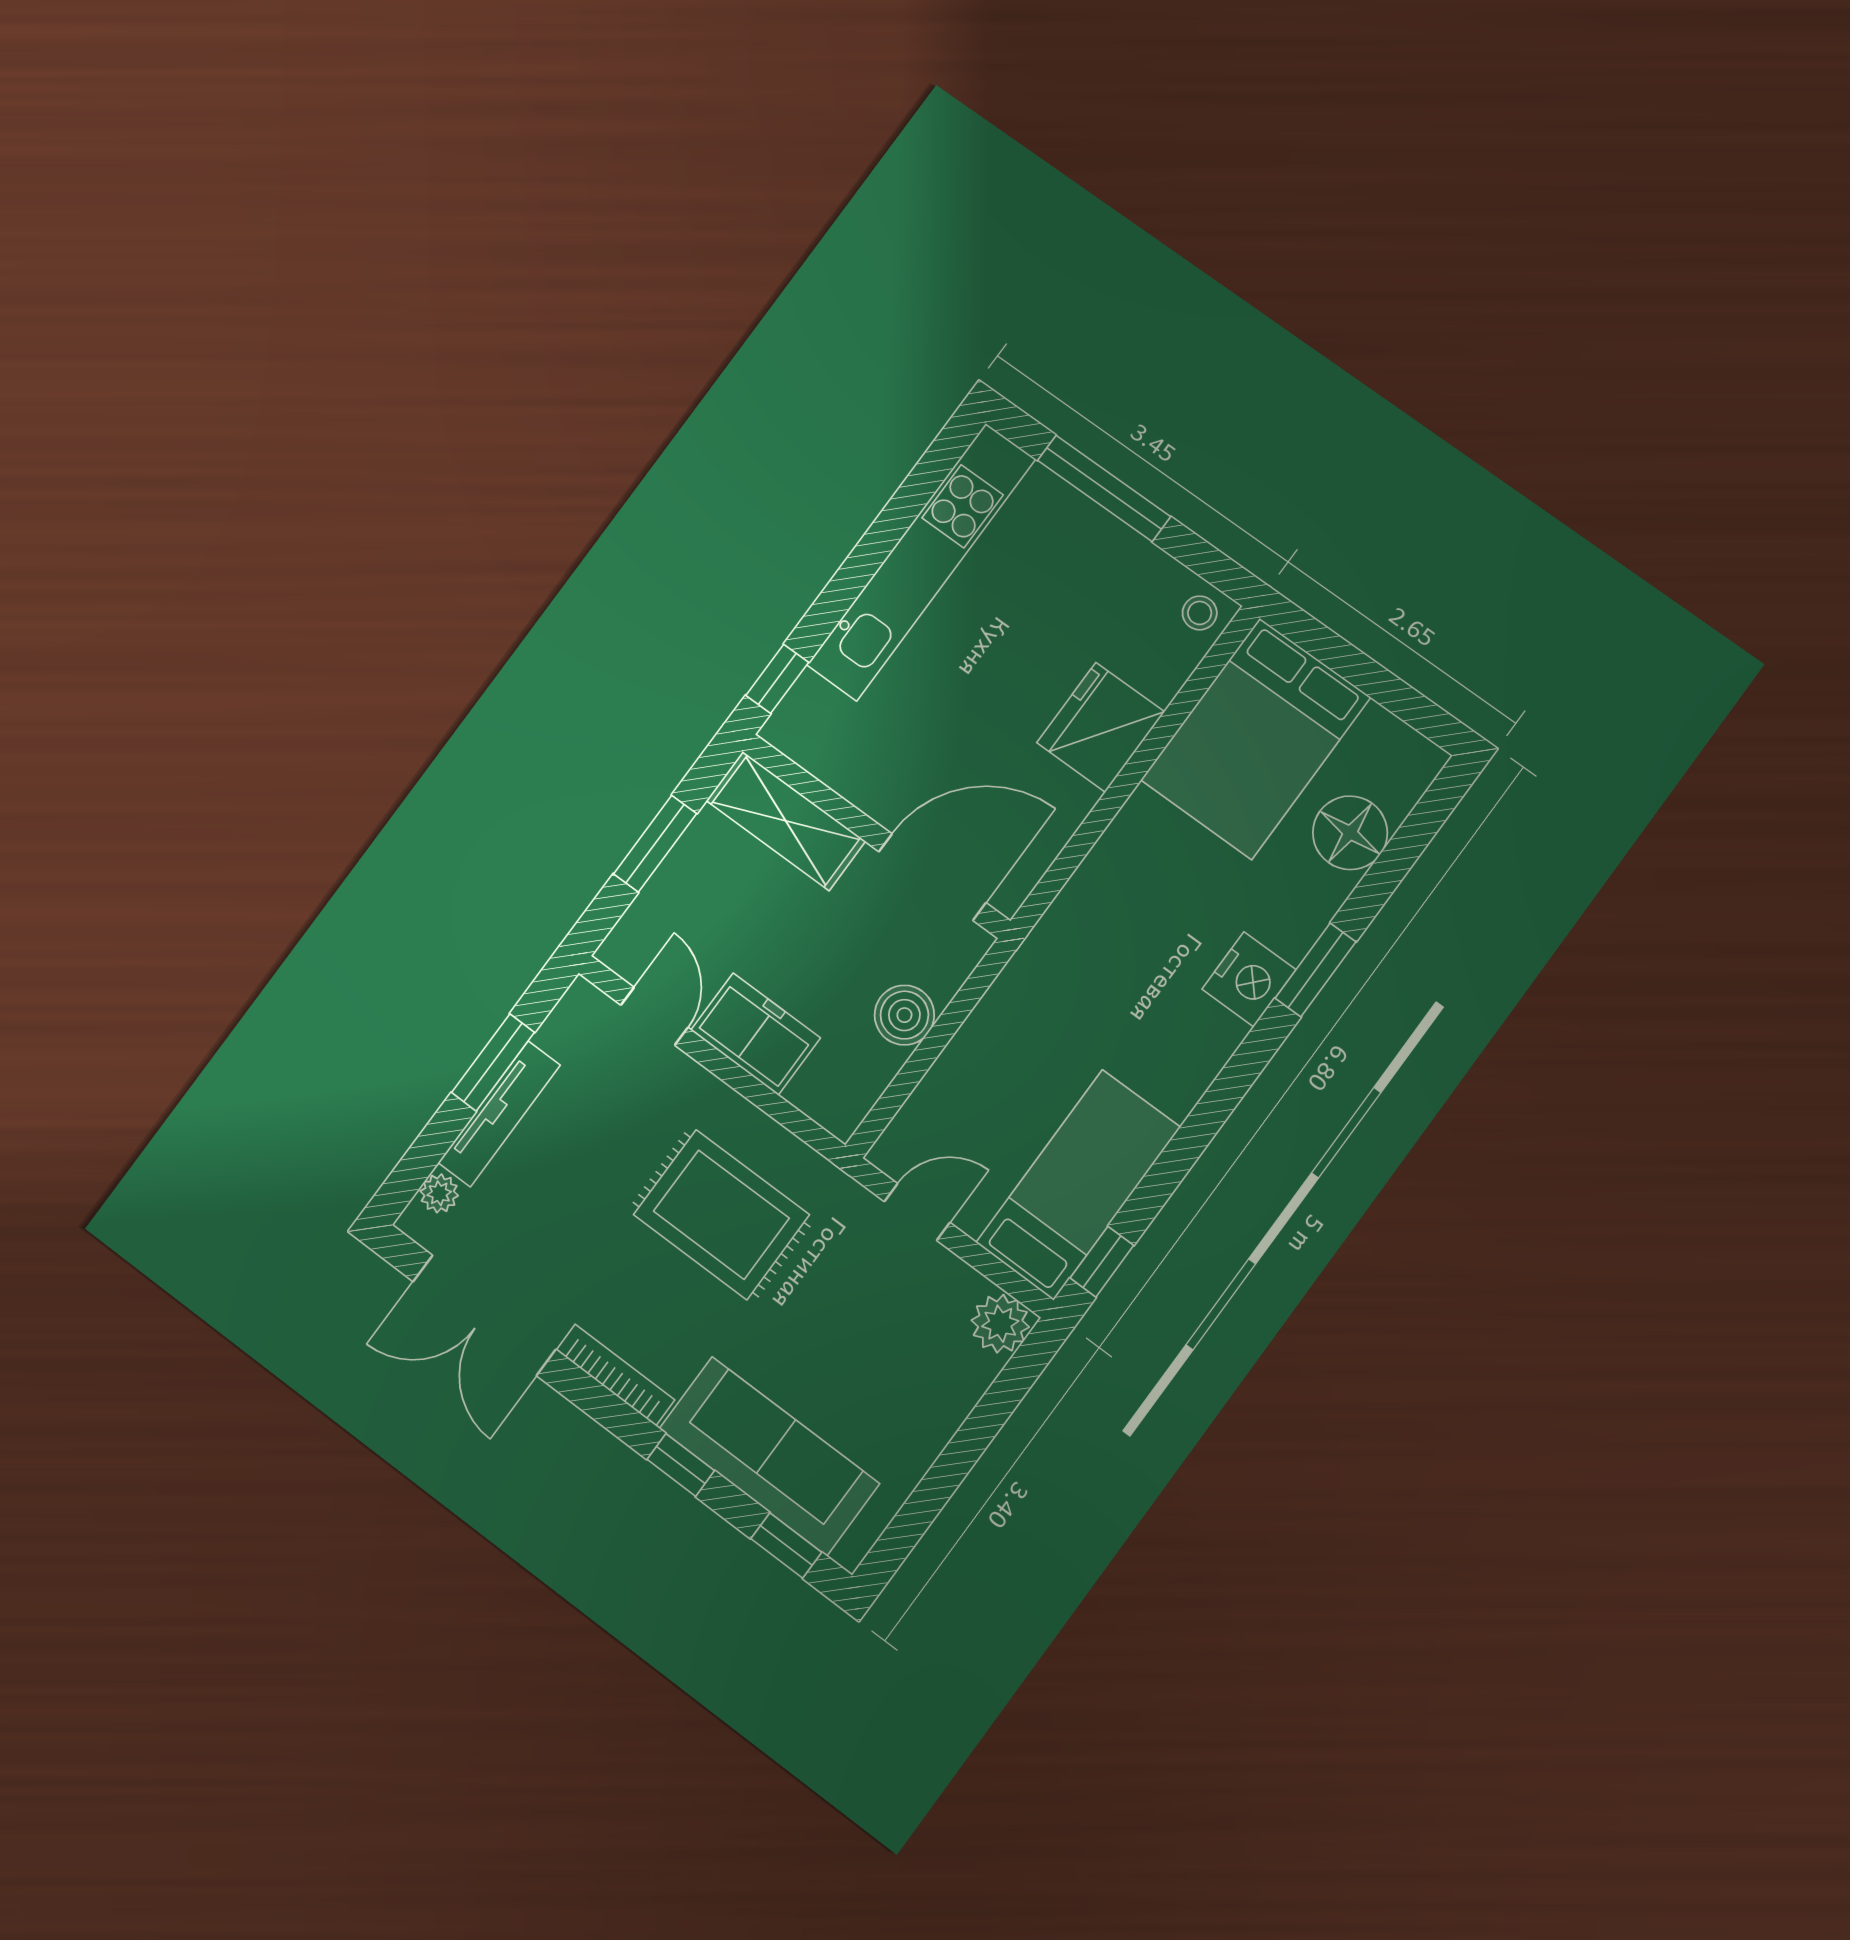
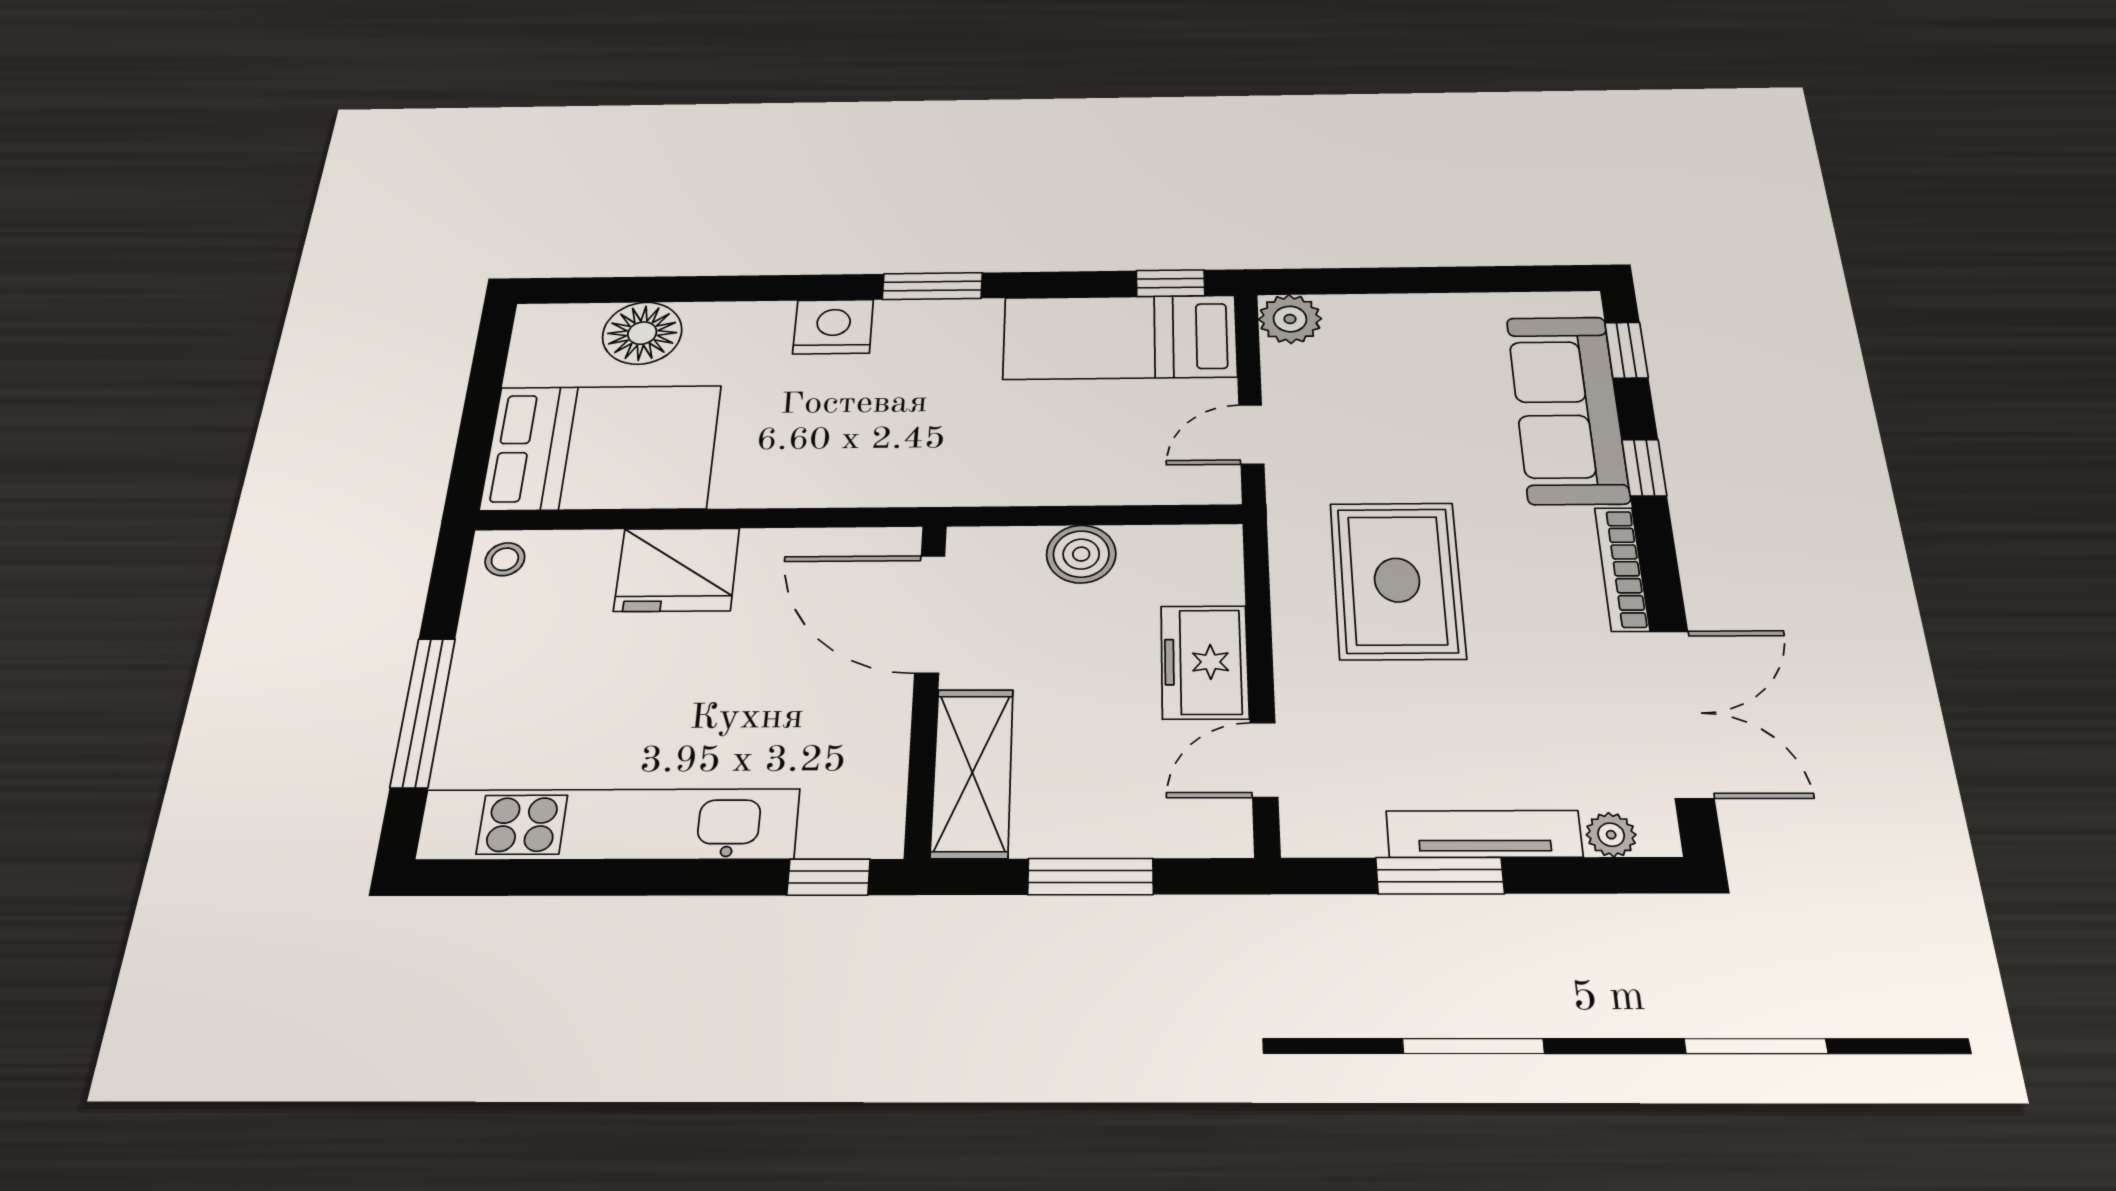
window: (1316, 970) -> (932, 286), moved
door: (917, 1212) -> (1251, 434), hinge flipped

